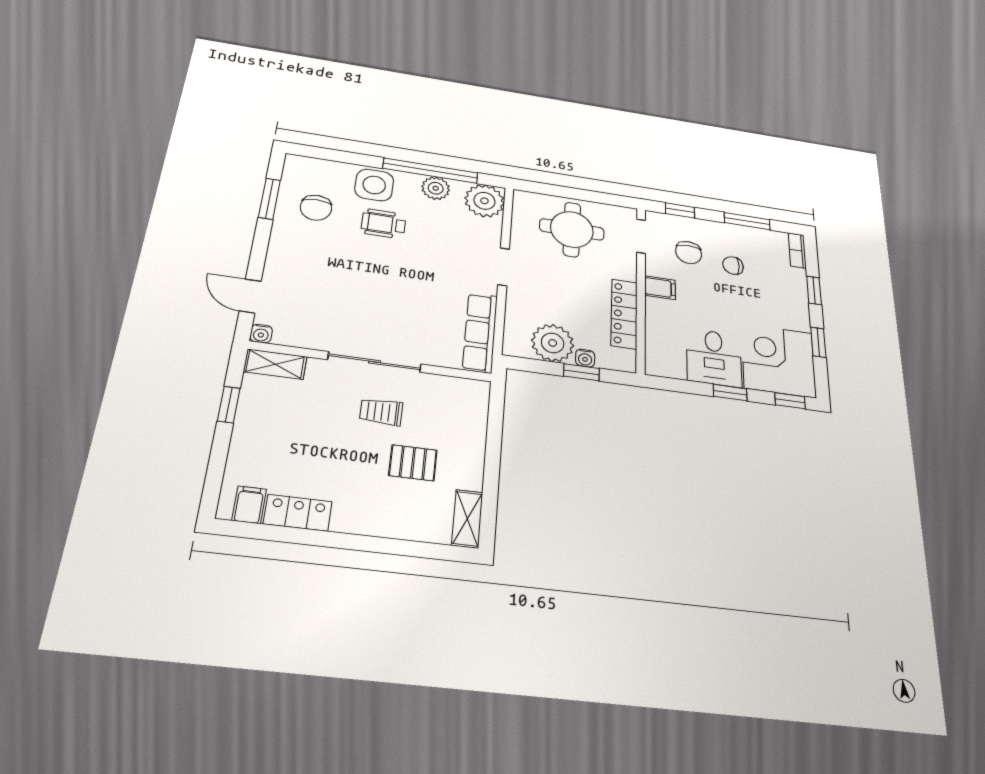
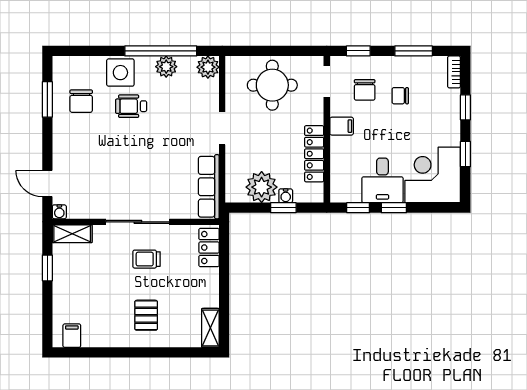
plant: (484, 201) -> (208, 67), width x0.73, depth x0.73
window: (790, 401) -> (358, 208), moved
pallet: (413, 463) -> (146, 315), moved, turned 90
locker: (298, 513) -> (209, 248), moved, turned -90

